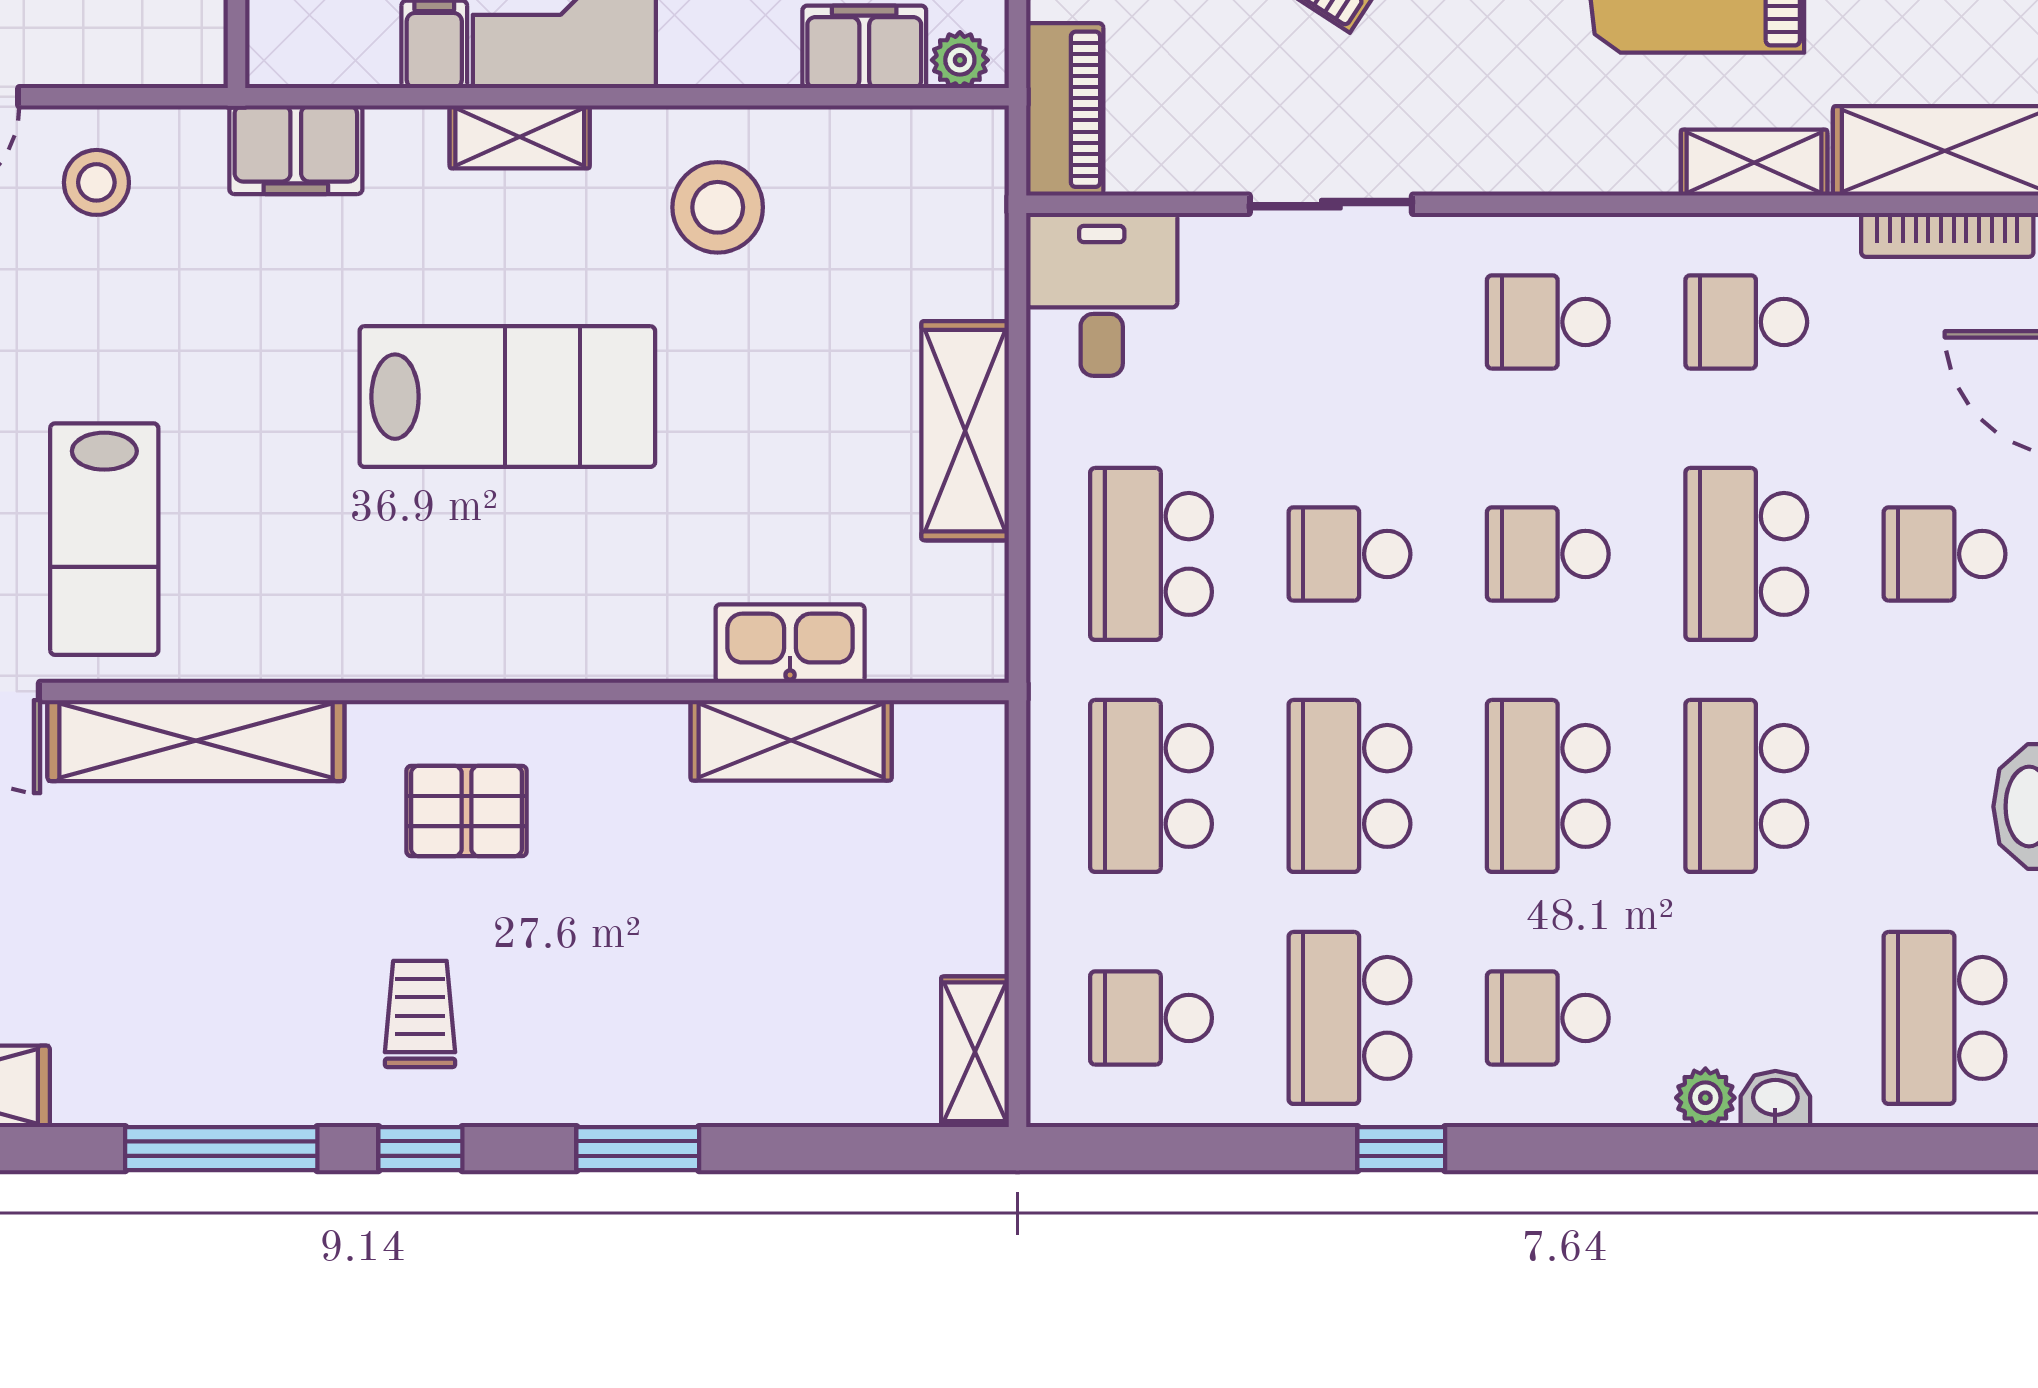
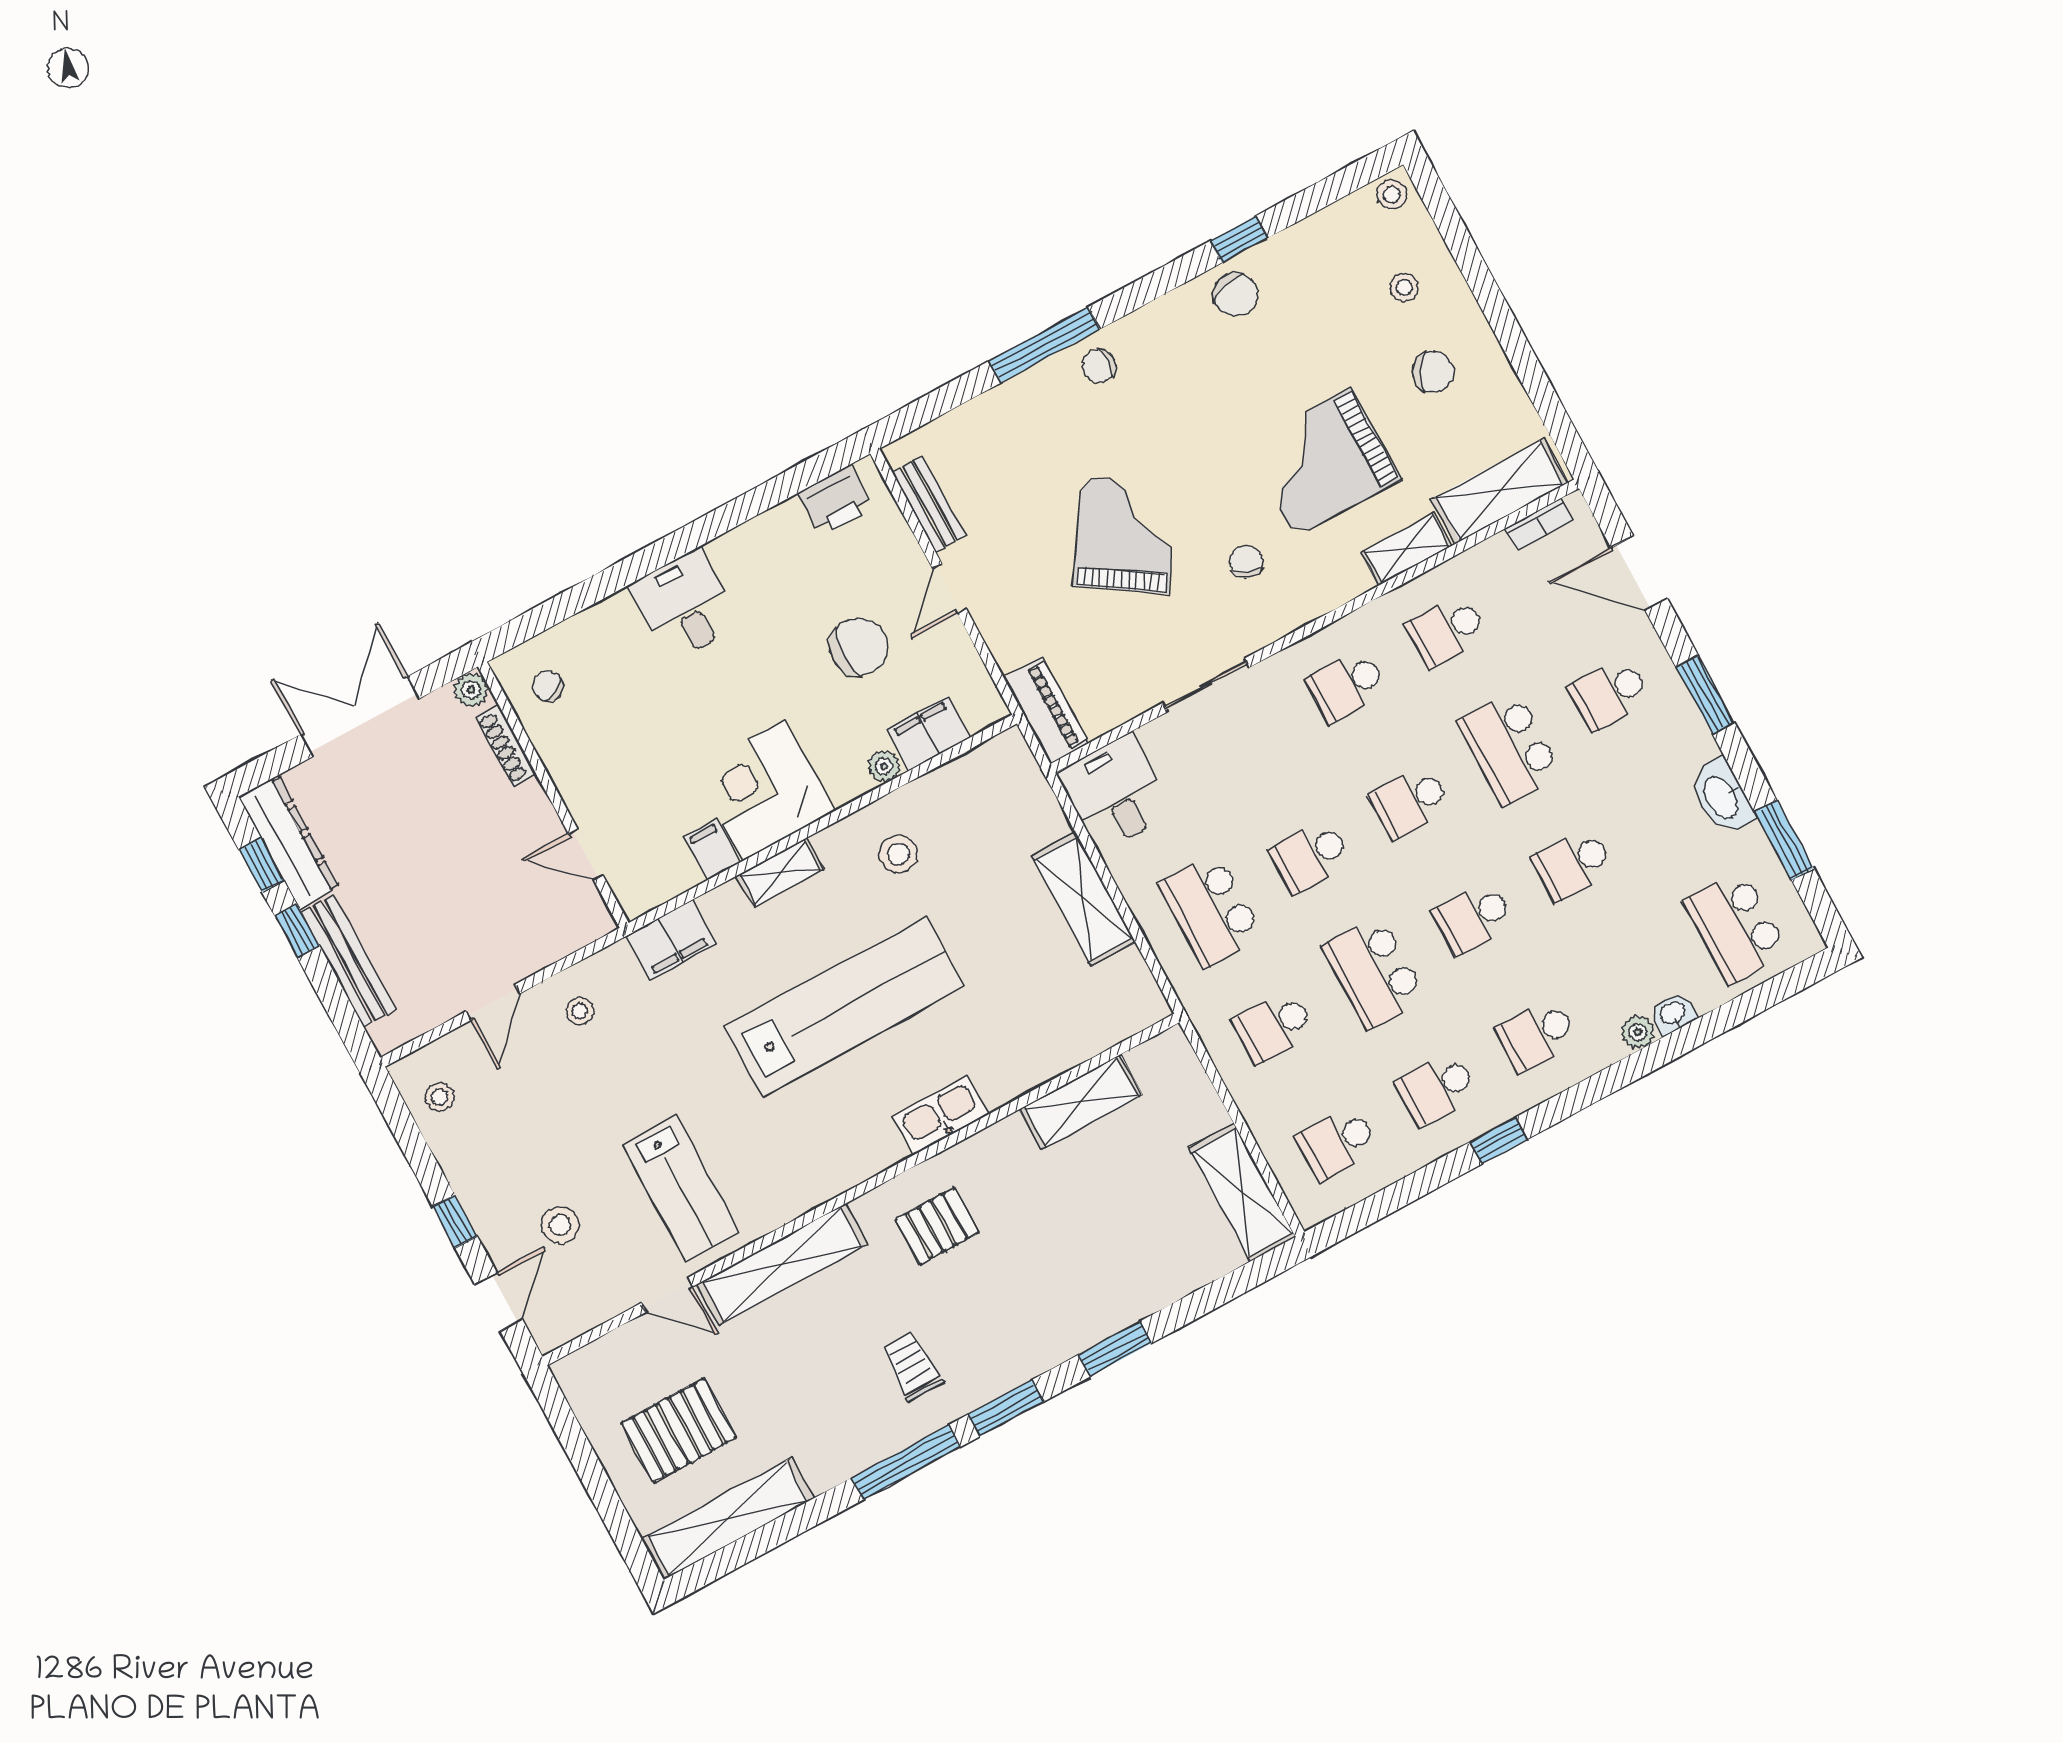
chair: (1496, 48) -> (1246, 562), added
plant: (960, 60) -> (884, 766), moved
stool: (96, 182) -> (580, 1011), width x0.73, depth x0.73
stool: (718, 207) -> (899, 854), width x0.73, depth x0.73
bookcase: (1947, 235) -> (1539, 524), width x0.64
lab bench: (507, 397) -> (844, 1007), width x1.36
kitchen sink: (790, 644) -> (940, 1115), moved
school desk: (1151, 786) -> (1274, 1027), width x0.54
school desk: (1548, 786) -> (1473, 918), width x0.54
school desk: (1746, 786) -> (1573, 864), width x0.54
trolley: (420, 1014) -> (912, 1366), moved
school desk: (1349, 1018) -> (1437, 1089), width x0.54
shelving: (975, 1052) -> (1242, 1192), width x1.50, depth x1.33
window: (420, 1149) -> (1006, 1408), width x1.50

